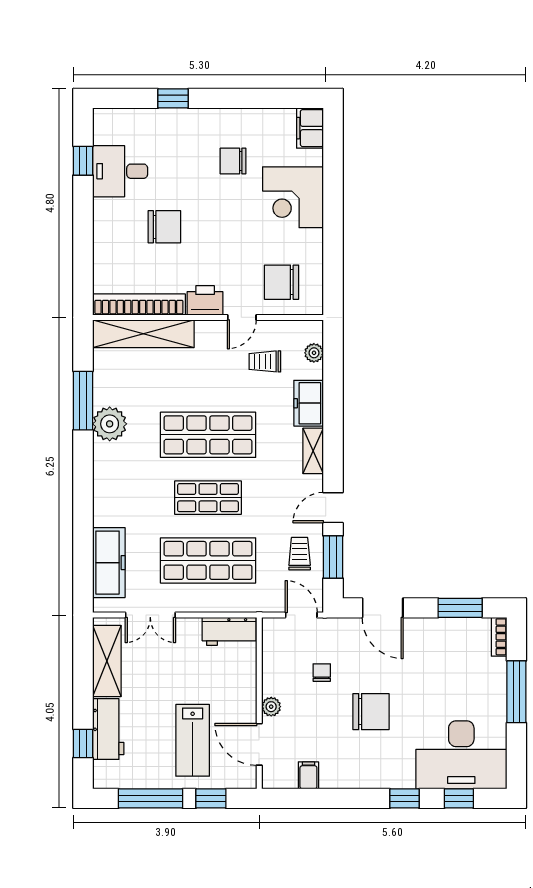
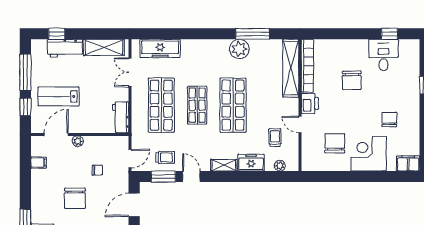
chair: (282, 282) -> (335, 143), moved

